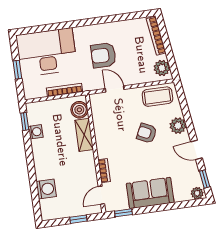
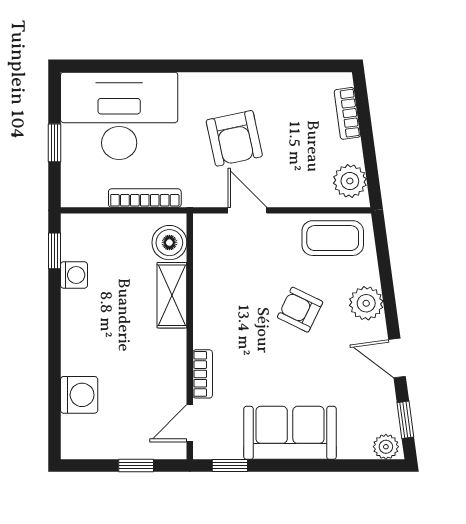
bookcase: (156, 36) -> (347, 113), width x0.64
armchair: (103, 55) -> (234, 138), turned -102

